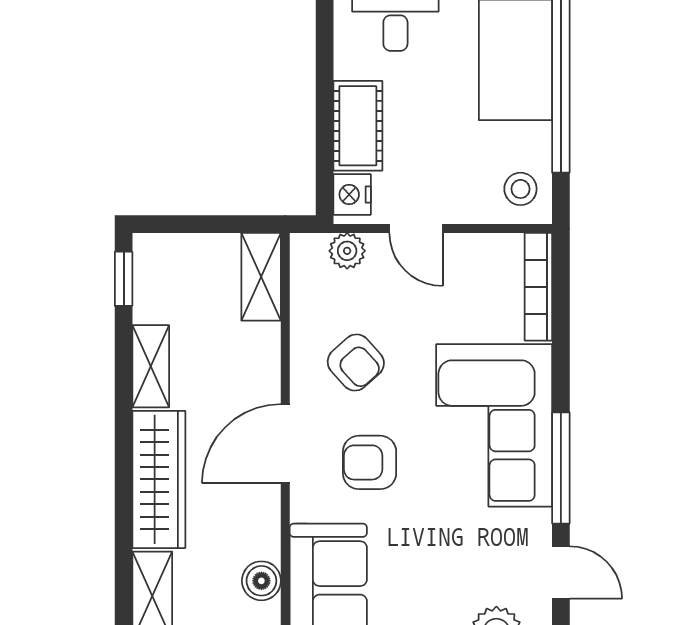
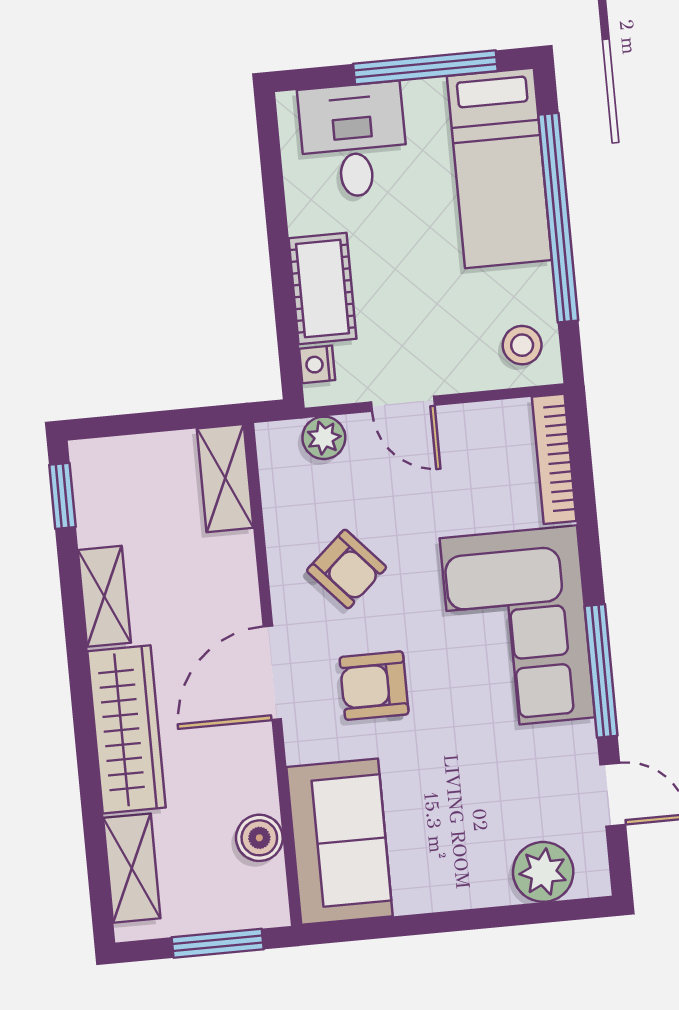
nightstand: (352, 195) -> (317, 364), width x0.72, depth x0.74

